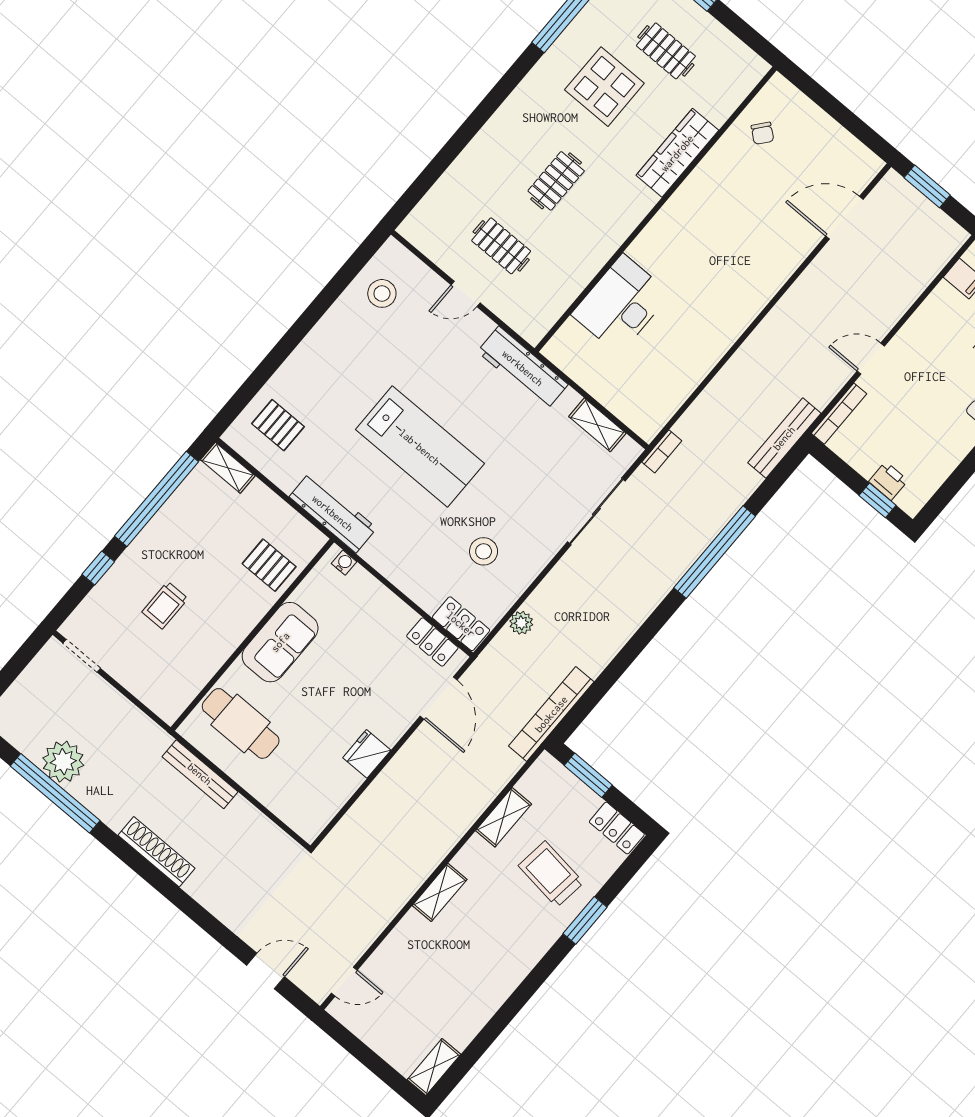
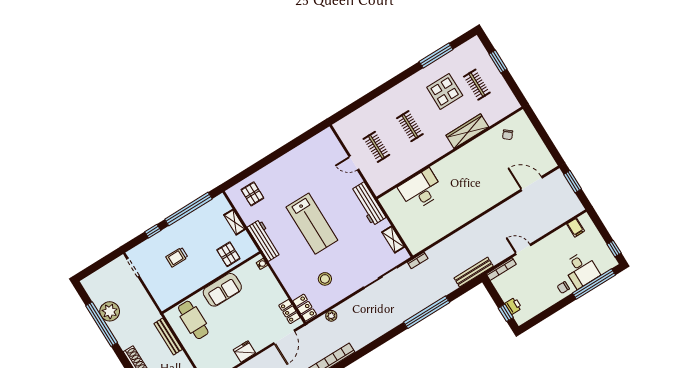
clothes rail: (556, 181) -> (410, 126), turned 90
stool: (382, 293) -> (317, 151), removed
shelving: (228, 468) -> (235, 222), moved

